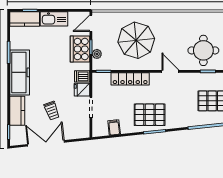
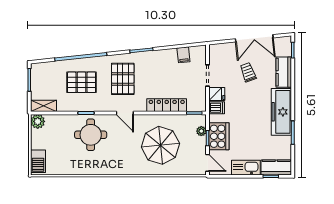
door: (91, 23) -> (208, 163), hinge flipped
pallet: (150, 115) -> (123, 79), moved, turned 90

